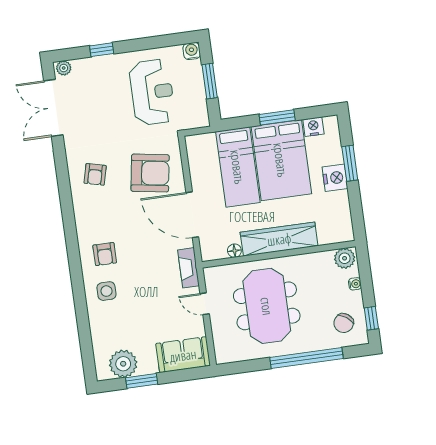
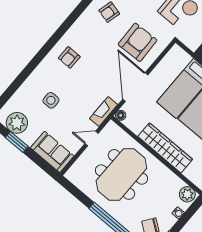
armchair: (150, 173) -> (138, 42), turned -101
floor lamp: (234, 251) -> (121, 115), moved
side table: (106, 291) -> (51, 100), moved
door: (205, 304) -> (92, 139), hinge flipped

